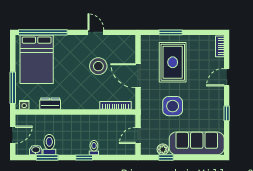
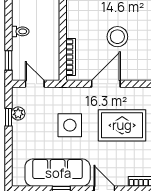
sofa: (197, 143) -> (58, 173), moved, turned -90
window: (84, 158) -> (8, 60), moved

